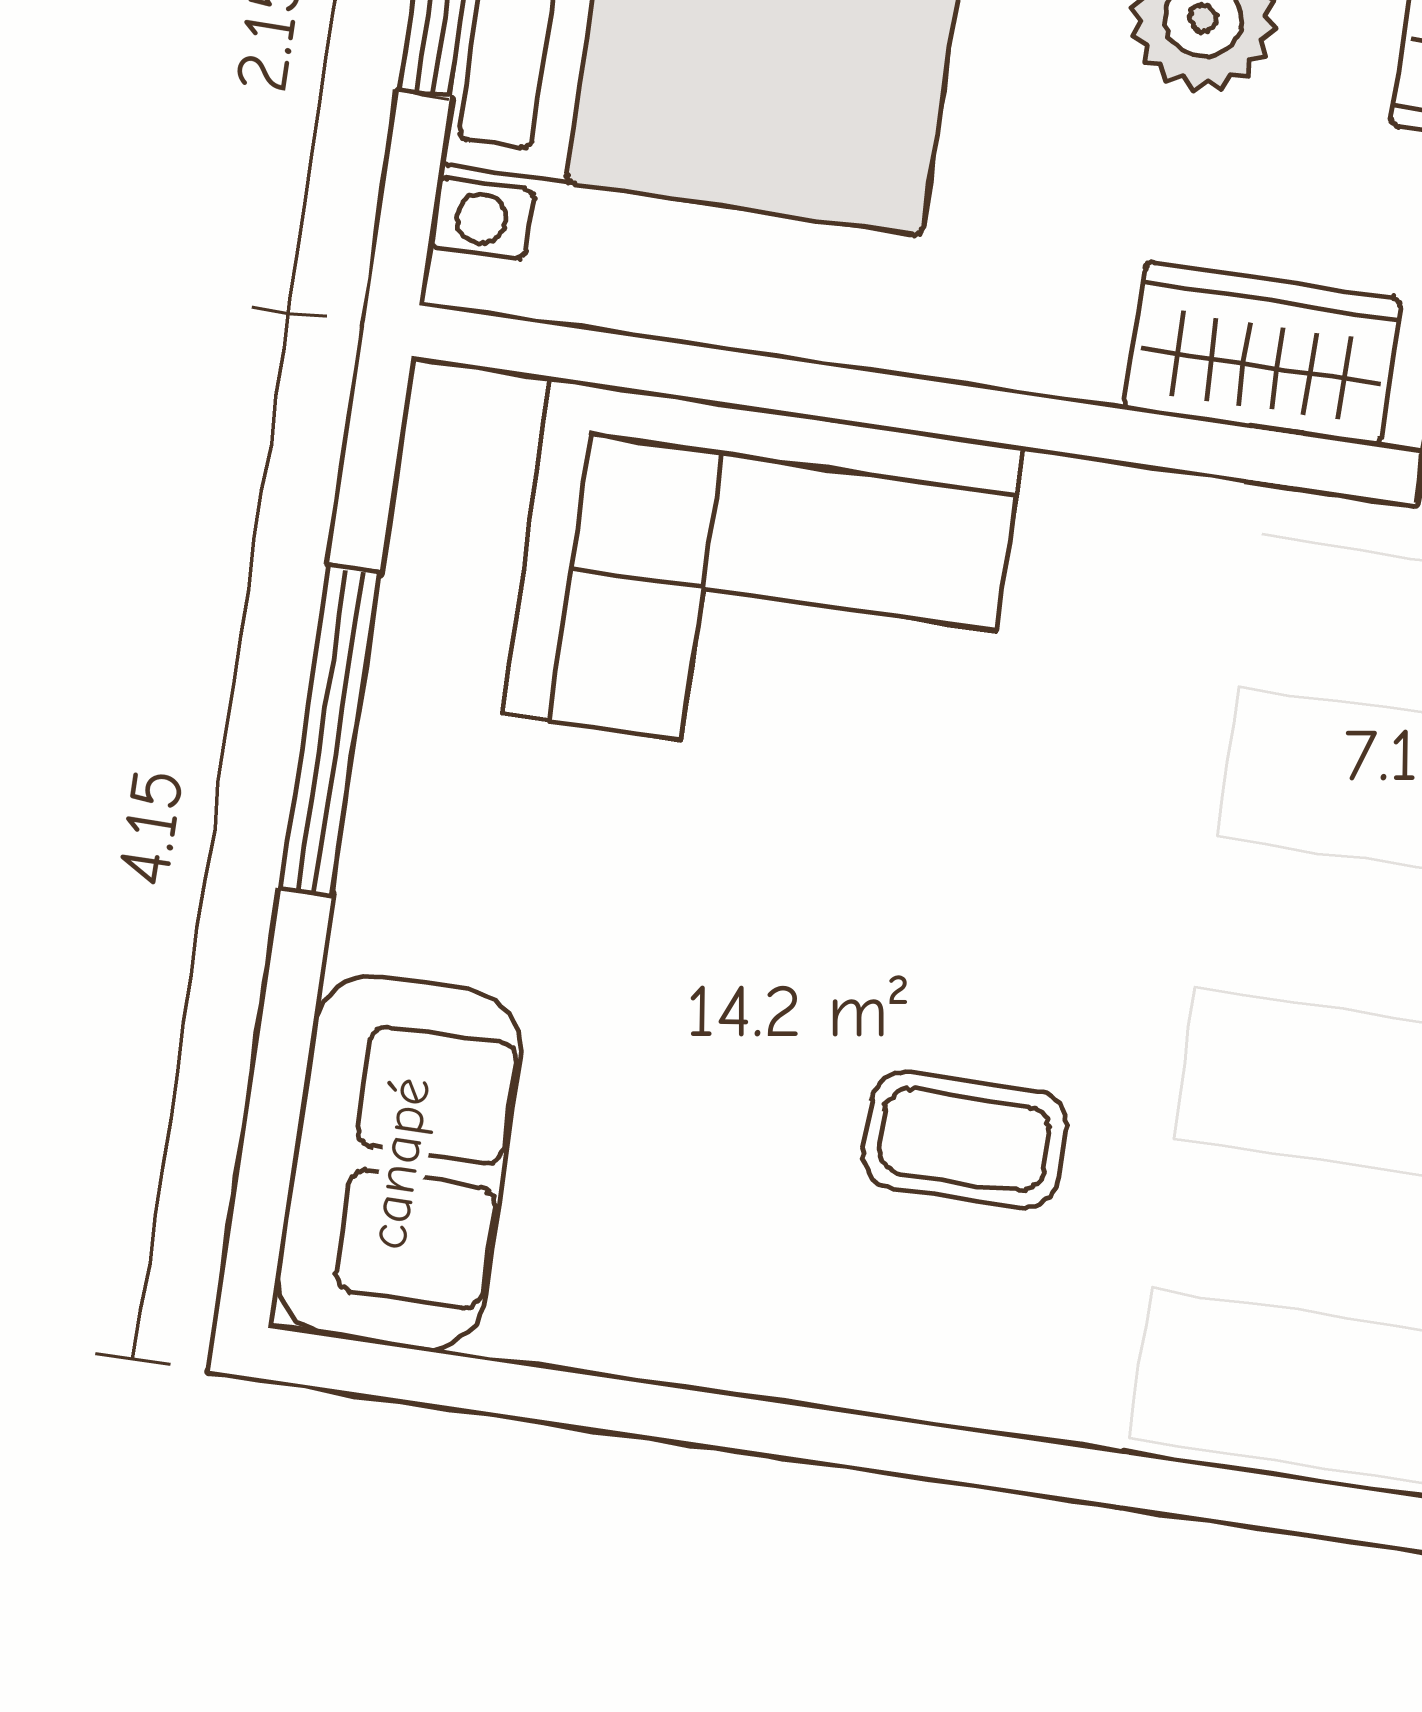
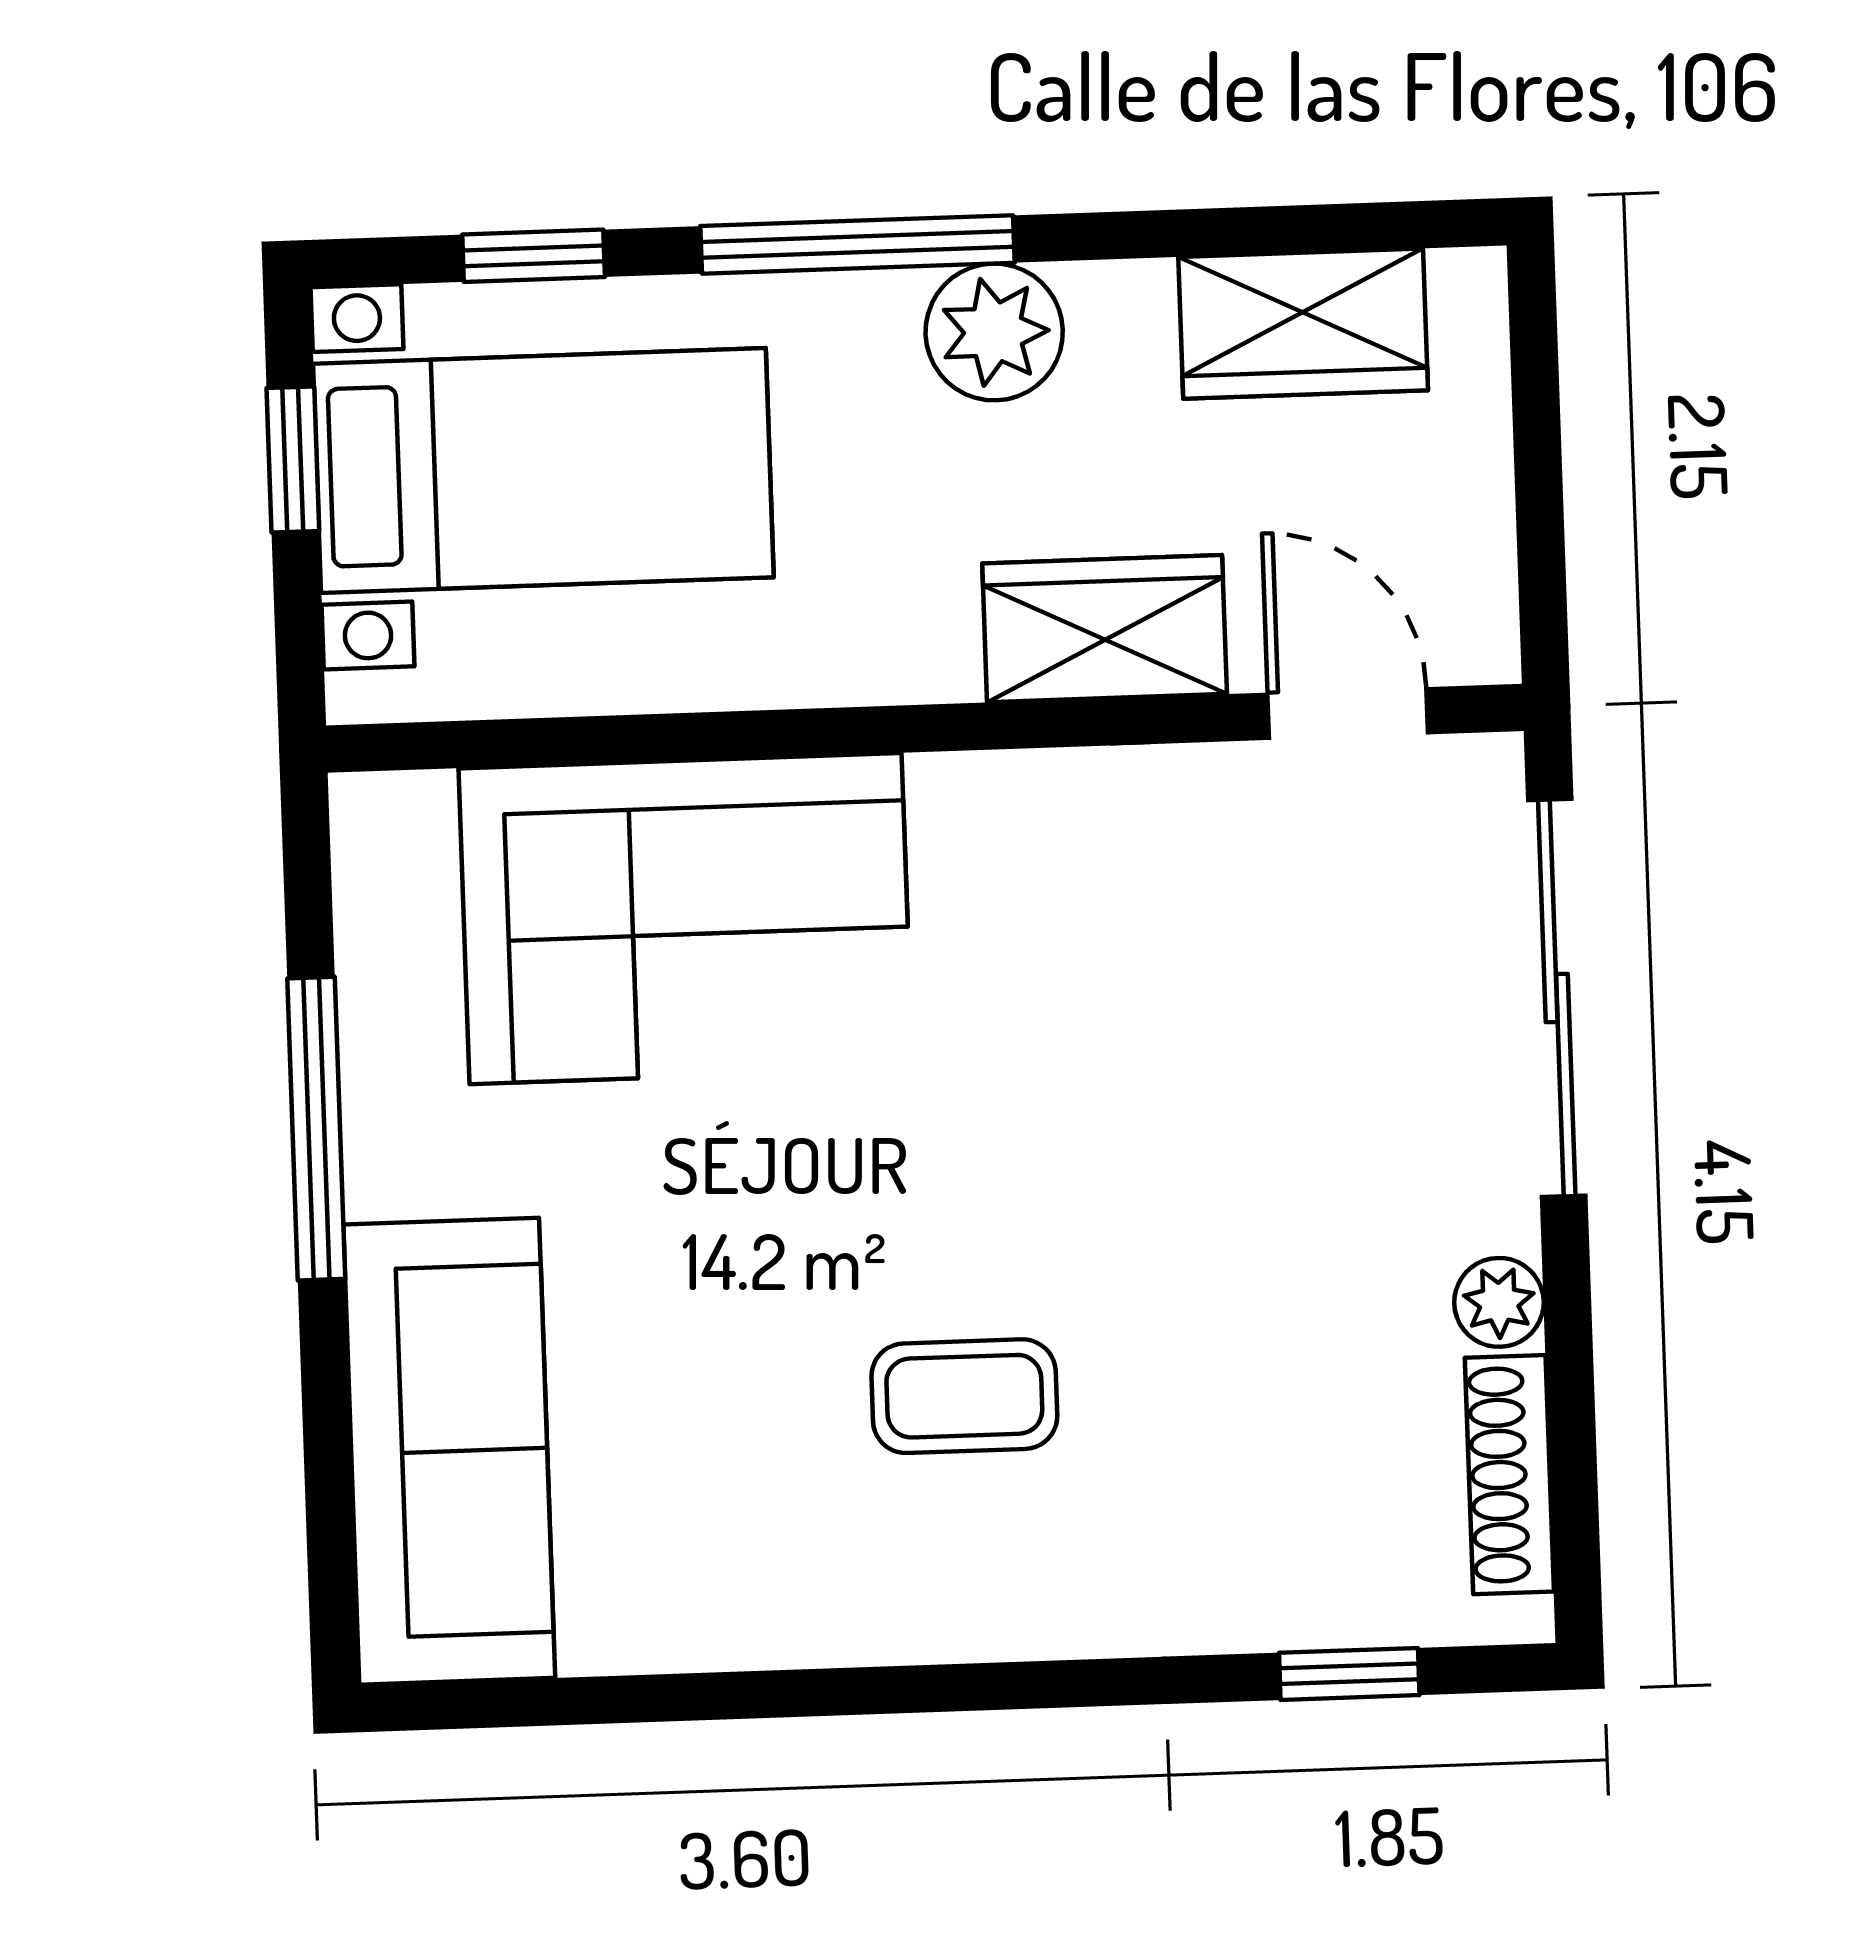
sofa: (399, 1163) -> (449, 1451), width x1.36
window: (1318, 1509) -> (1349, 1674), added

